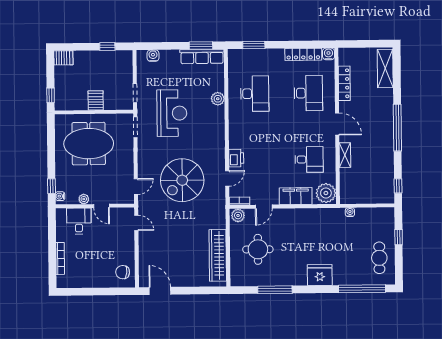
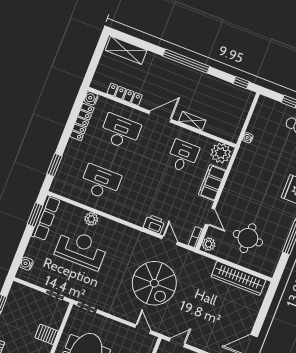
reception desk: (172, 113) -> (81, 249), moved

